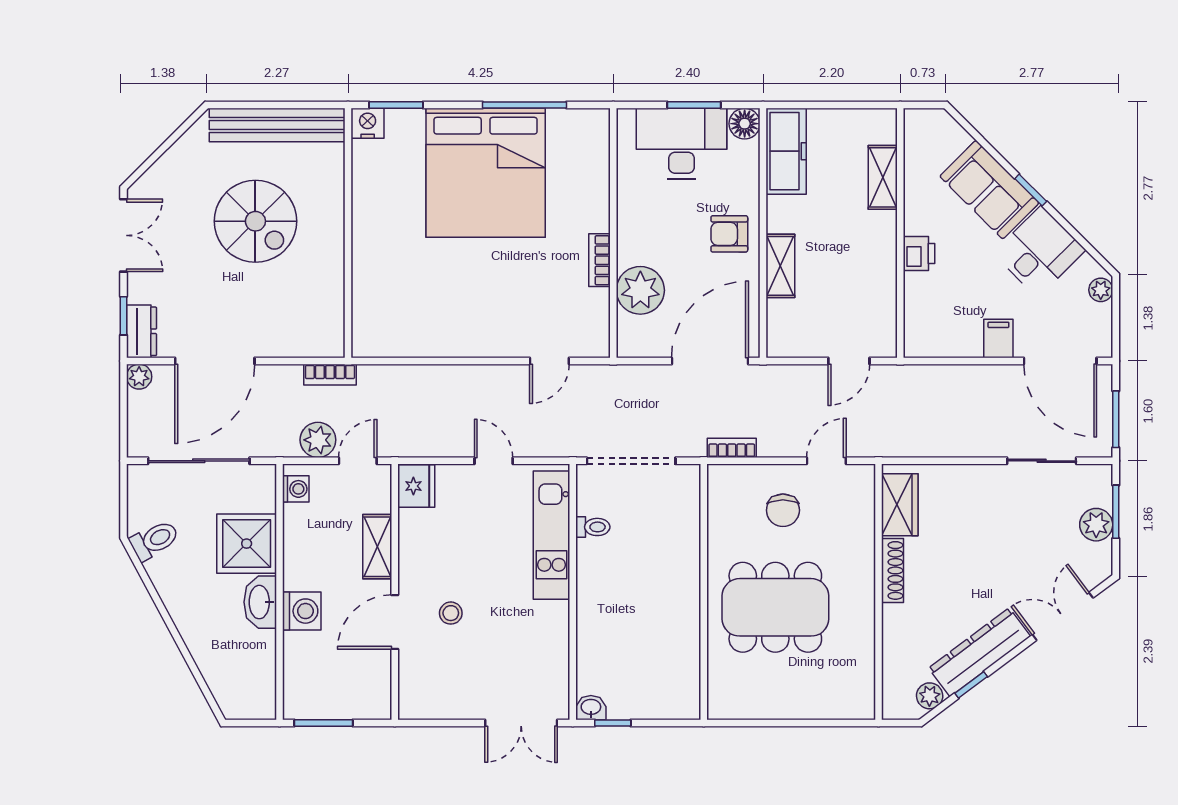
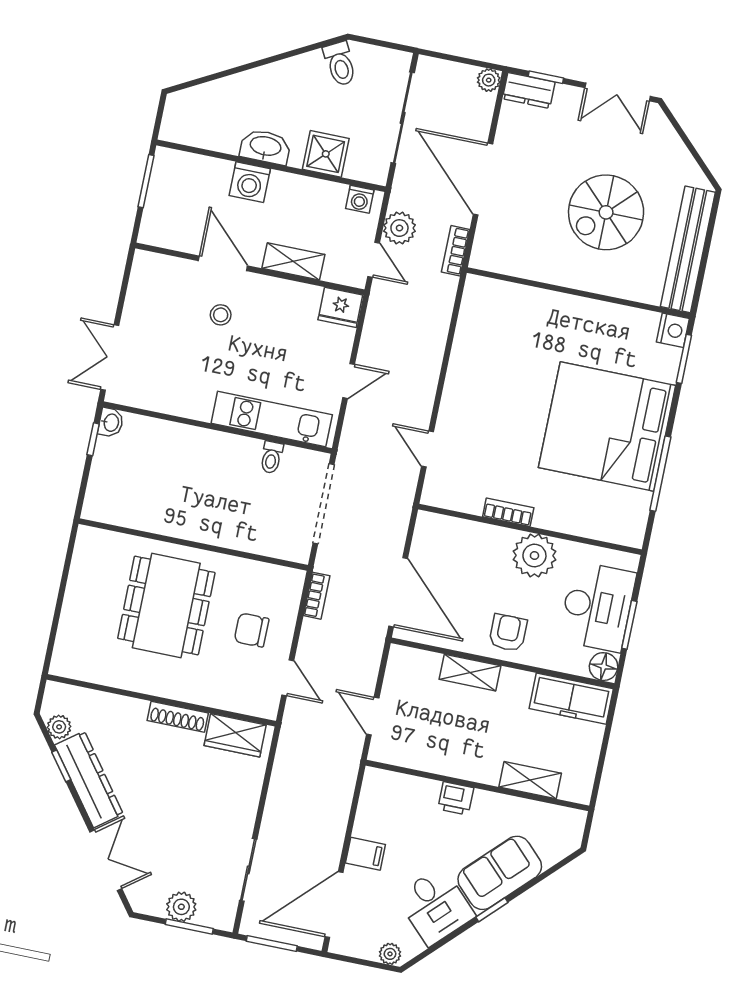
plant: (640, 290) -> (534, 556), moved
door: (215, 361) -> (483, 179), moved
shower: (247, 544) -> (326, 154), width x0.73, depth x0.73

